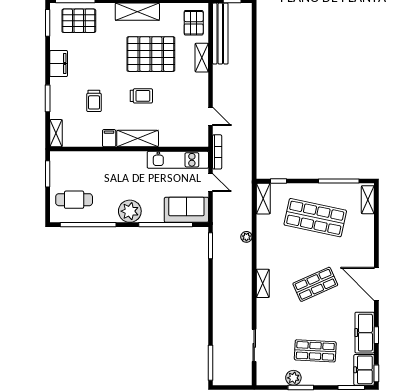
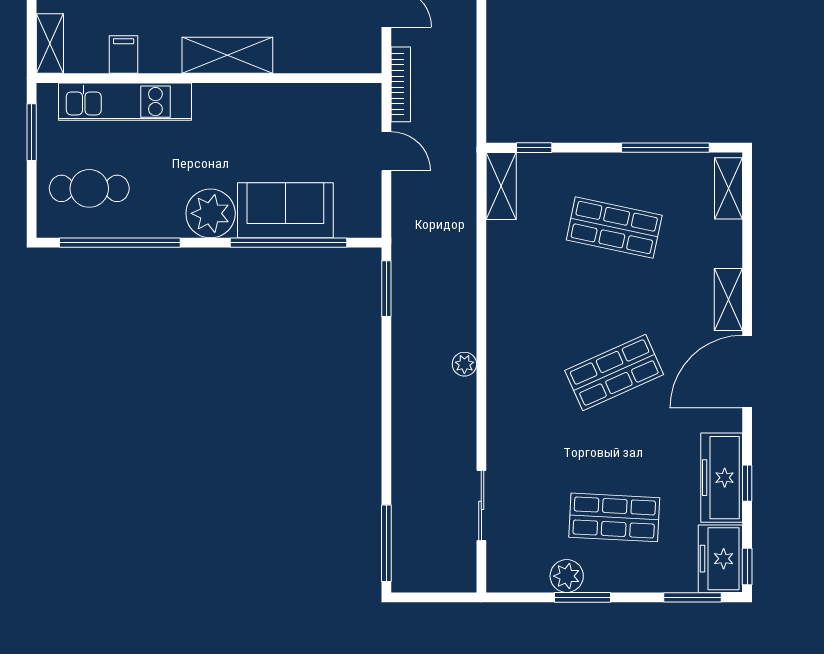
filing cabinet: (109, 138) -> (124, 54), moved
kitchen unit: (178, 160) -> (125, 102), moved
sofa: (186, 210) -> (285, 210), moved
shop shelf: (315, 218) -> (614, 228), width x0.70, depth x0.74
plant: (246, 237) -> (464, 364), moved
shelving: (263, 283) -> (728, 299), moved
door: (376, 284) -> (747, 372), hinge flipped

